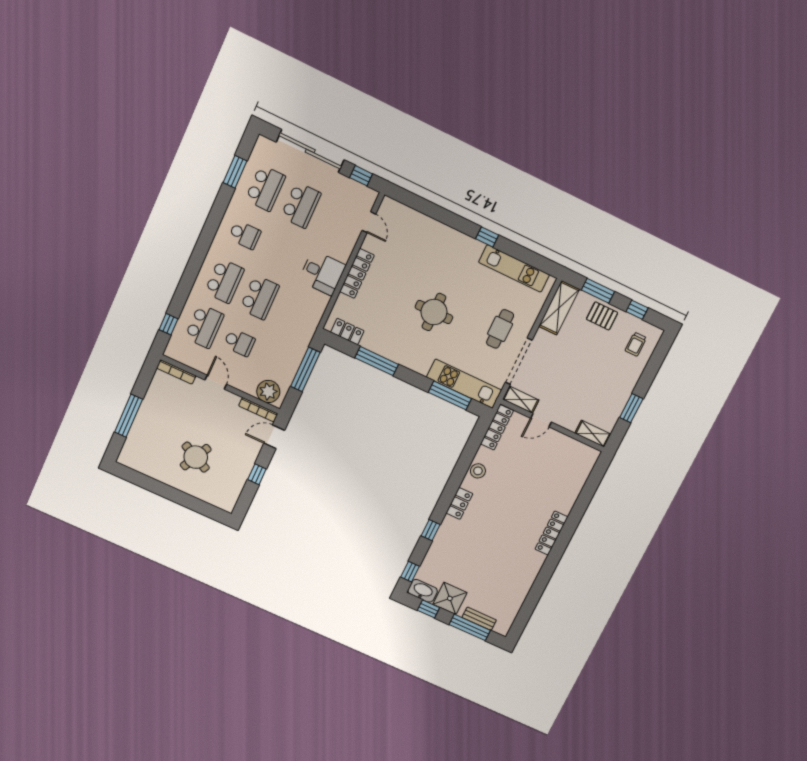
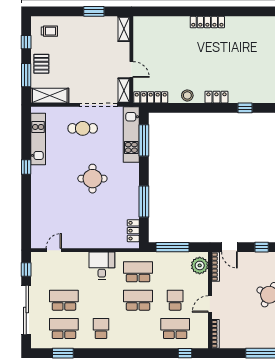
locker: (357, 273) -> (91, 242), removed
school desk: (224, 281) -> (138, 272), moved

